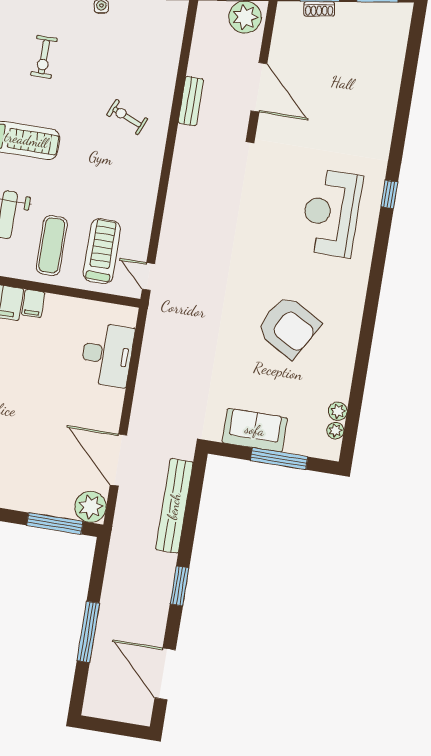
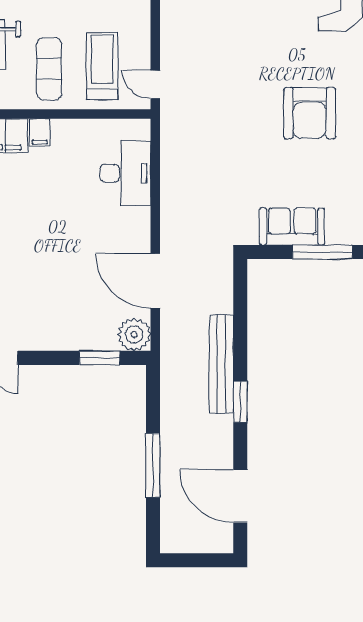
armchair: (288, 327) -> (310, 113), turned 60
bench: (174, 506) -> (221, 364), moved
window: (55, 523) -> (100, 358), width x0.69

